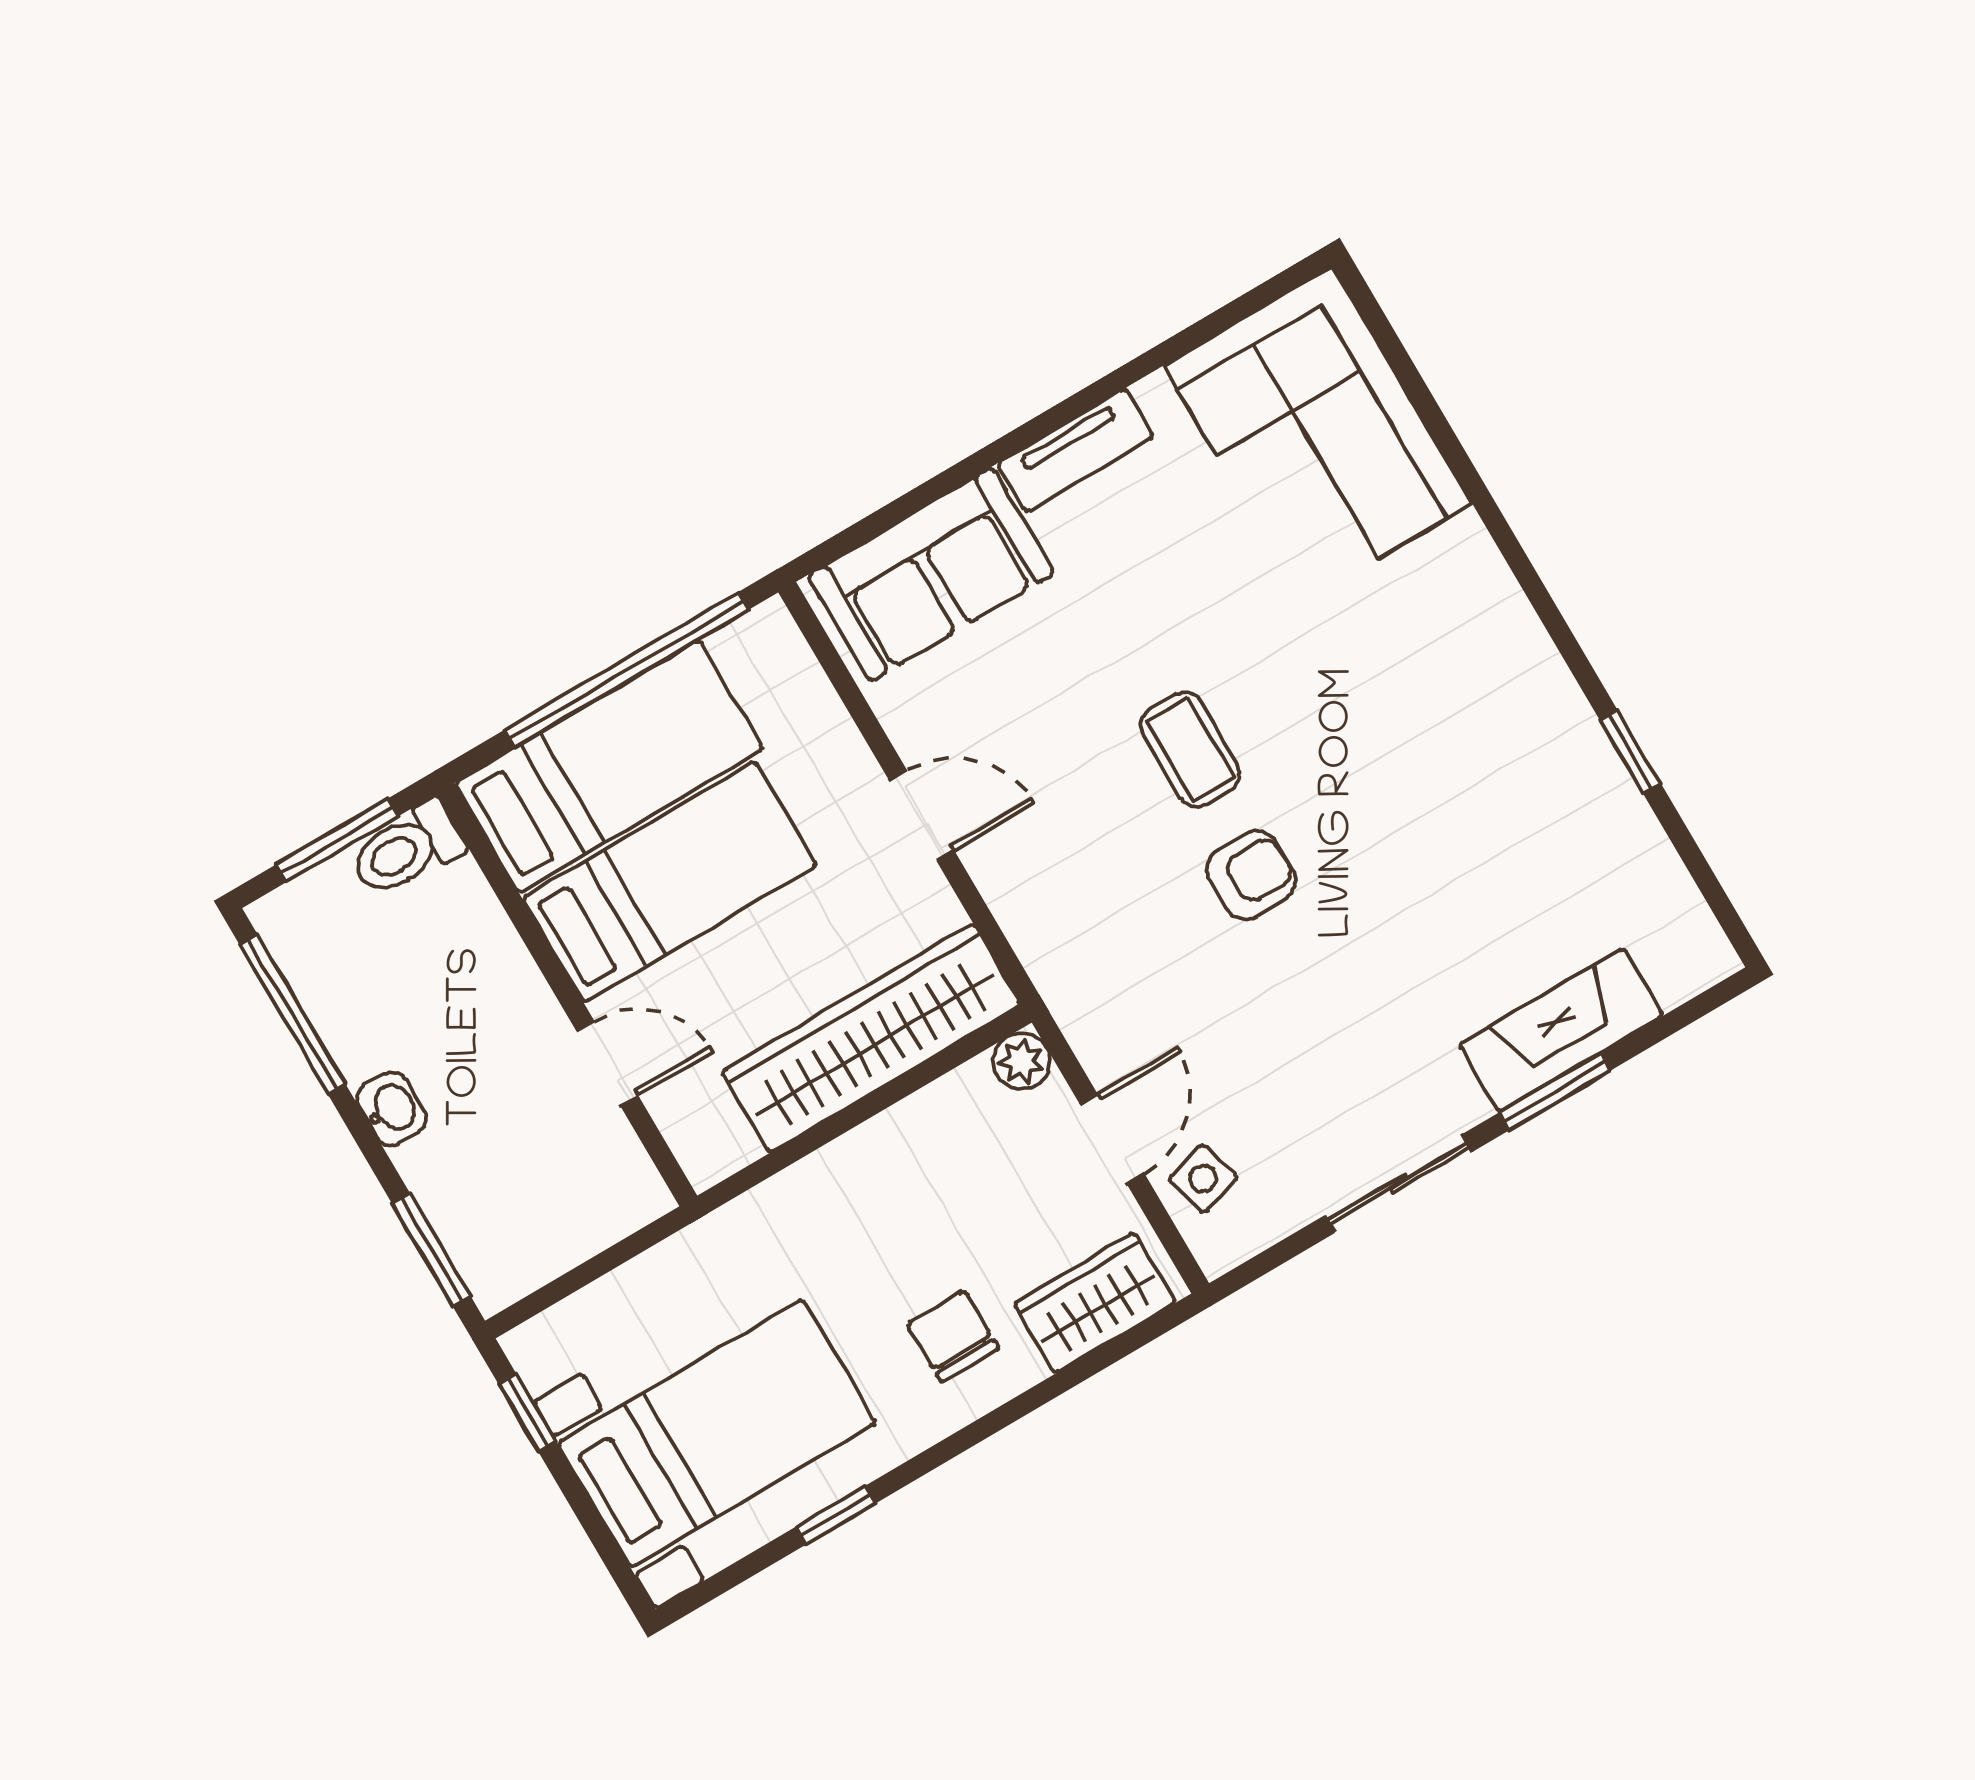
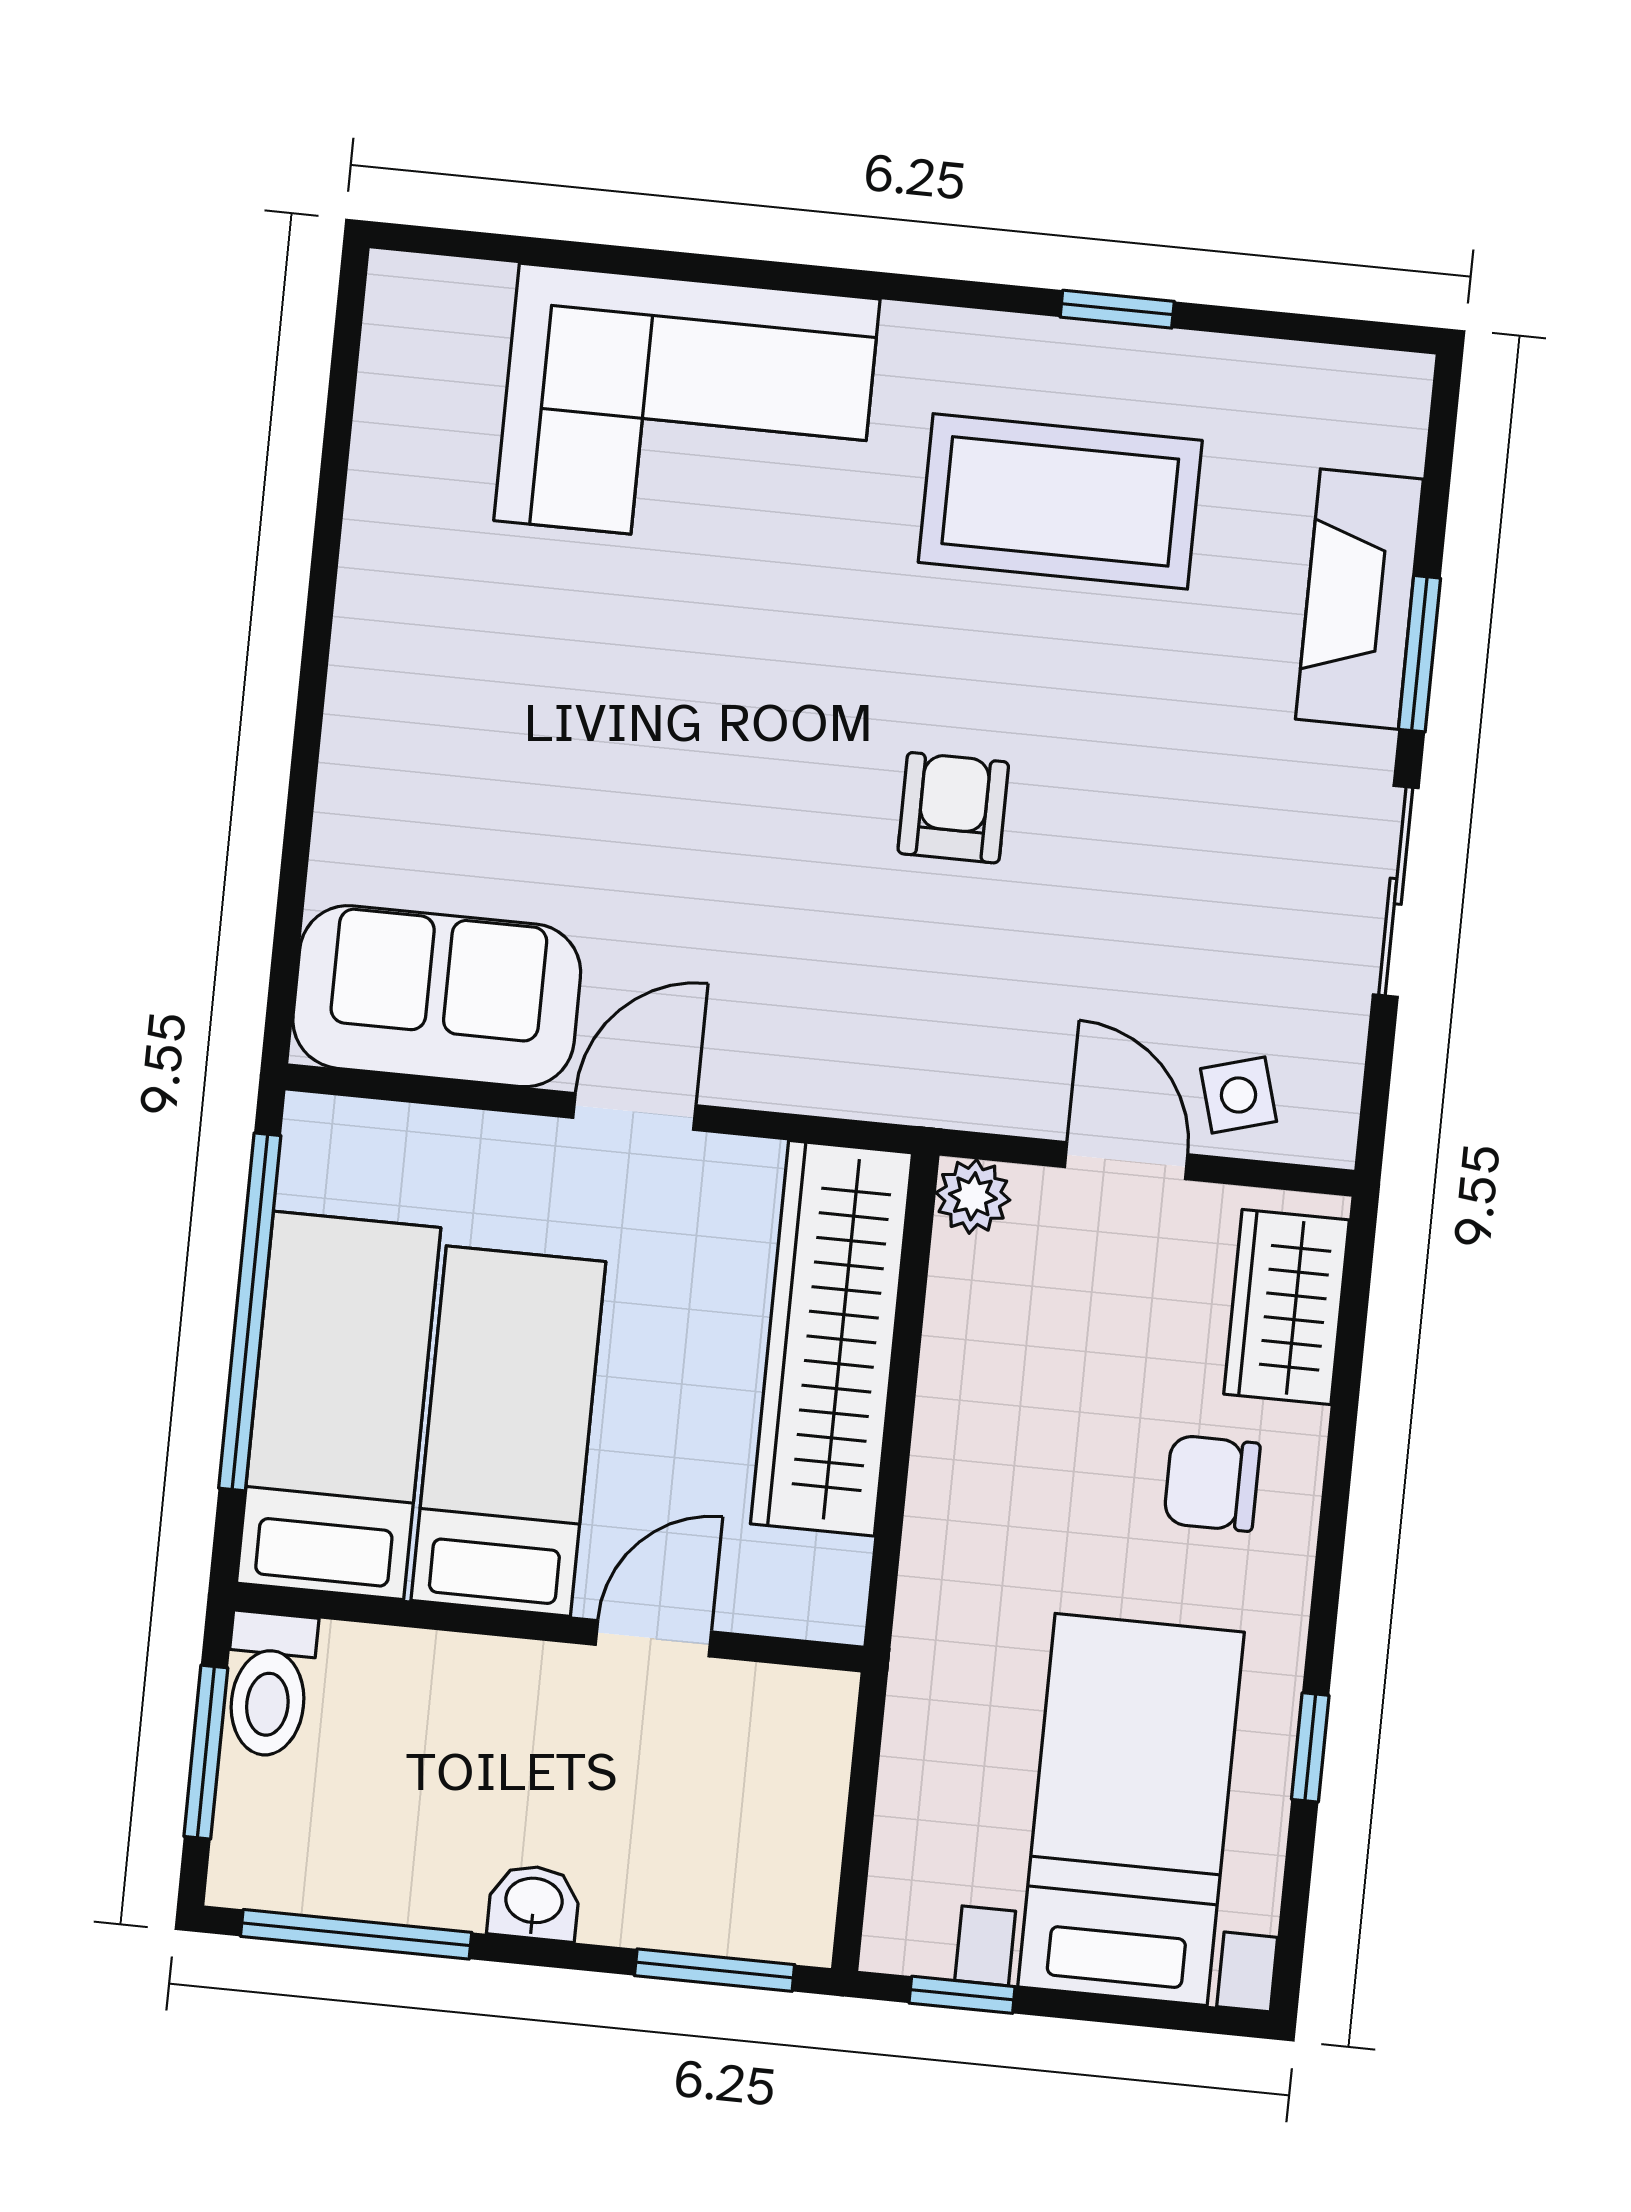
corner sofa: (1318, 435) -> (687, 410), moved
tv unit: (1075, 450) -> (366, 664), removed
sofa: (931, 574) -> (437, 996), moved, turned -90
coffee table: (1190, 749) -> (1060, 501), moved, width x1.86, depth x1.72

